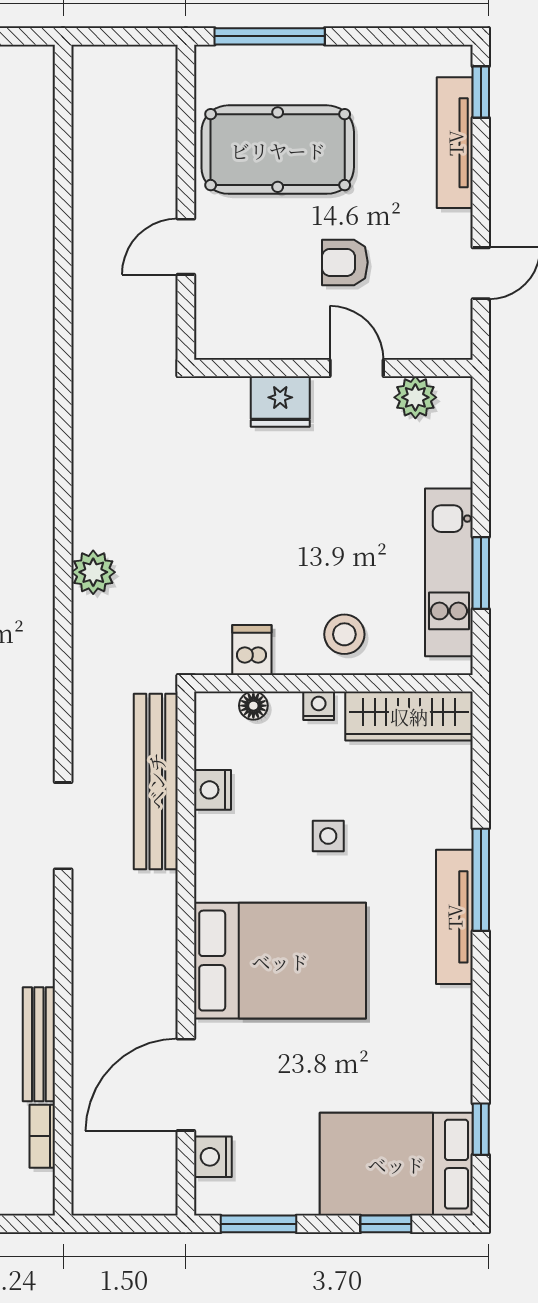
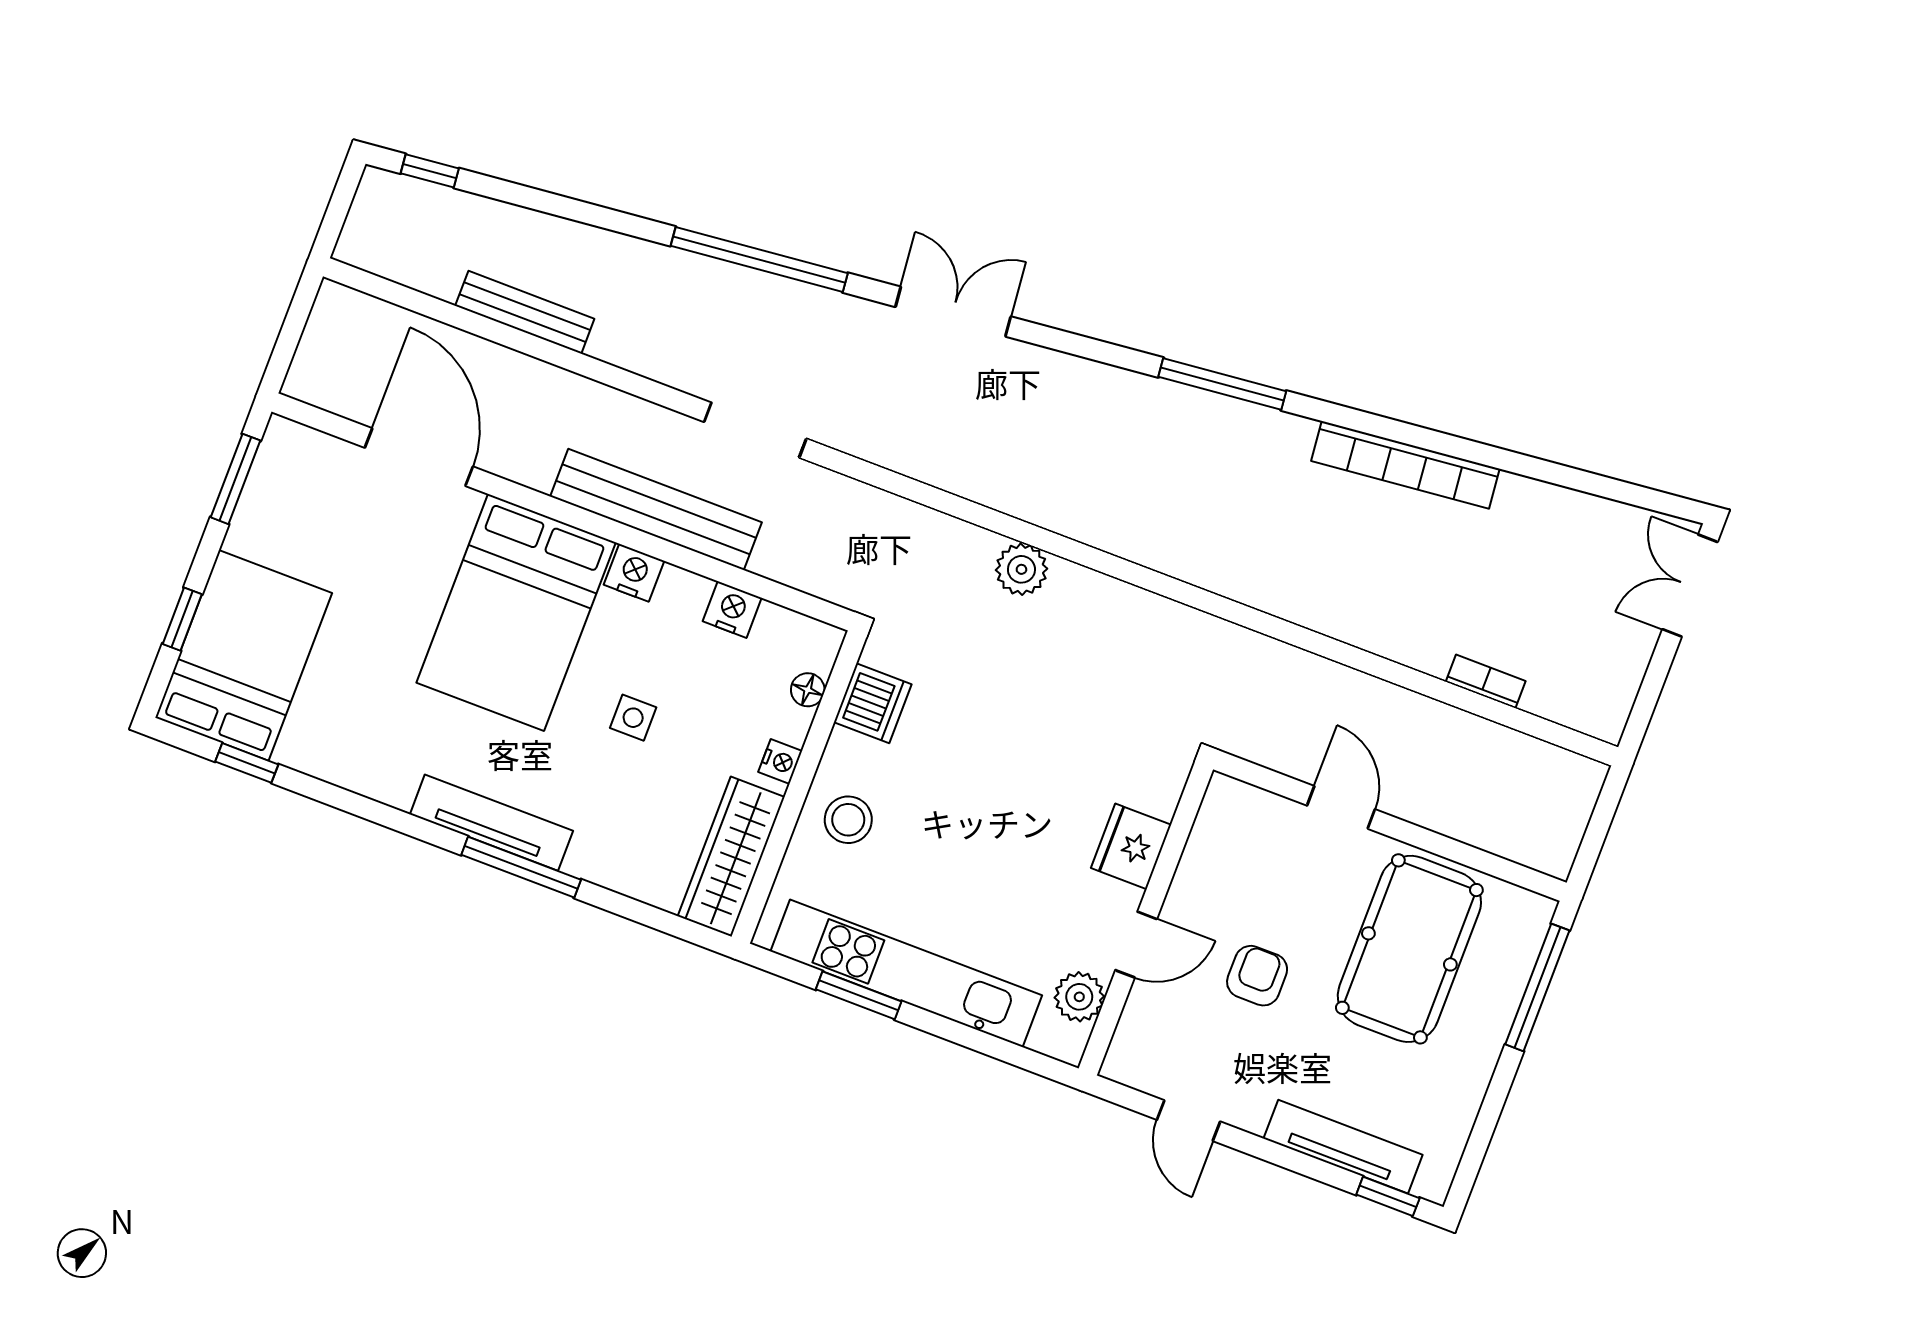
kitchen unit: (449, 572) -> (906, 973), width x1.36
dishwasher: (252, 650) -> (873, 703), width x1.38
bench: (156, 781) -> (656, 509), moved
bookcase: (42, 1136) -> (1486, 681), moved
nightstand: (213, 1157) -> (634, 573), moved

